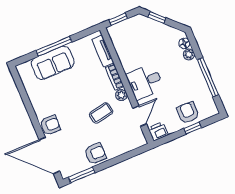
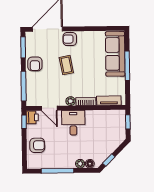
window: (157, 17) -> (109, 160), moved
sofa: (53, 63) -> (115, 54), width x1.36
coffee table: (101, 113) -> (66, 65), moved
armchair: (50, 125) -> (70, 39), turned 89
window: (193, 128) -> (24, 122), moved
window: (126, 156) -> (24, 86), added

